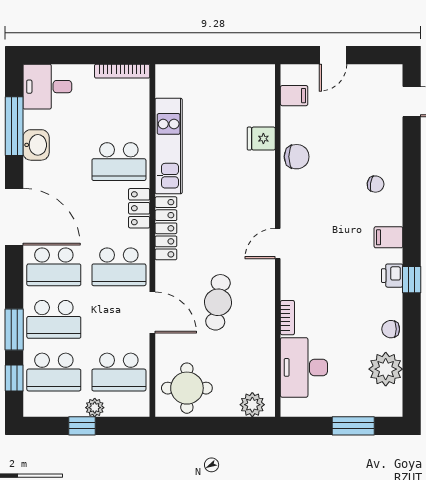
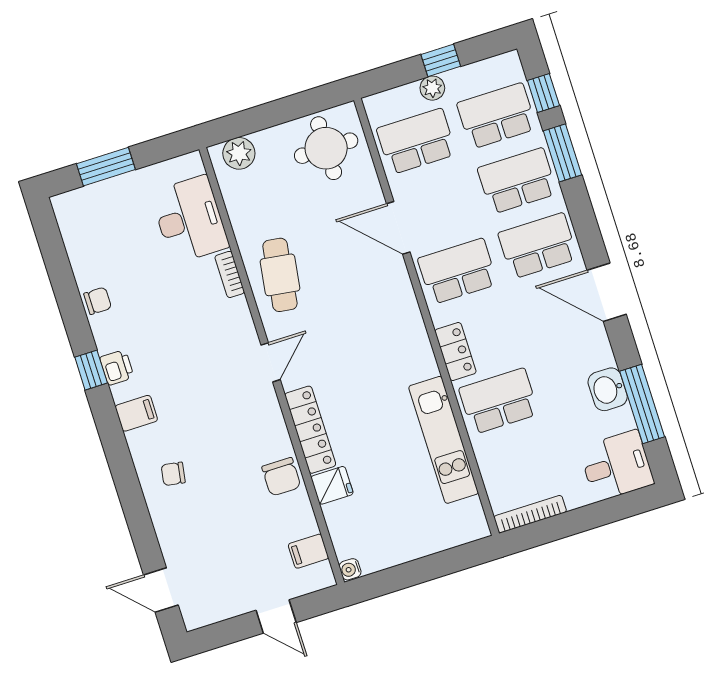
door: (333, 55) -> (276, 616), swing flipped
water cooler: (268, 73) -> (350, 569), added
chair: (297, 157) -> (281, 477), turned -90
door: (14, 217) -> (607, 292), width x0.73
locker: (166, 228) -> (310, 430), moved, turned 180
cafe table: (218, 302) -> (280, 275), moved
plant: (386, 369) -> (88, 249), removed

